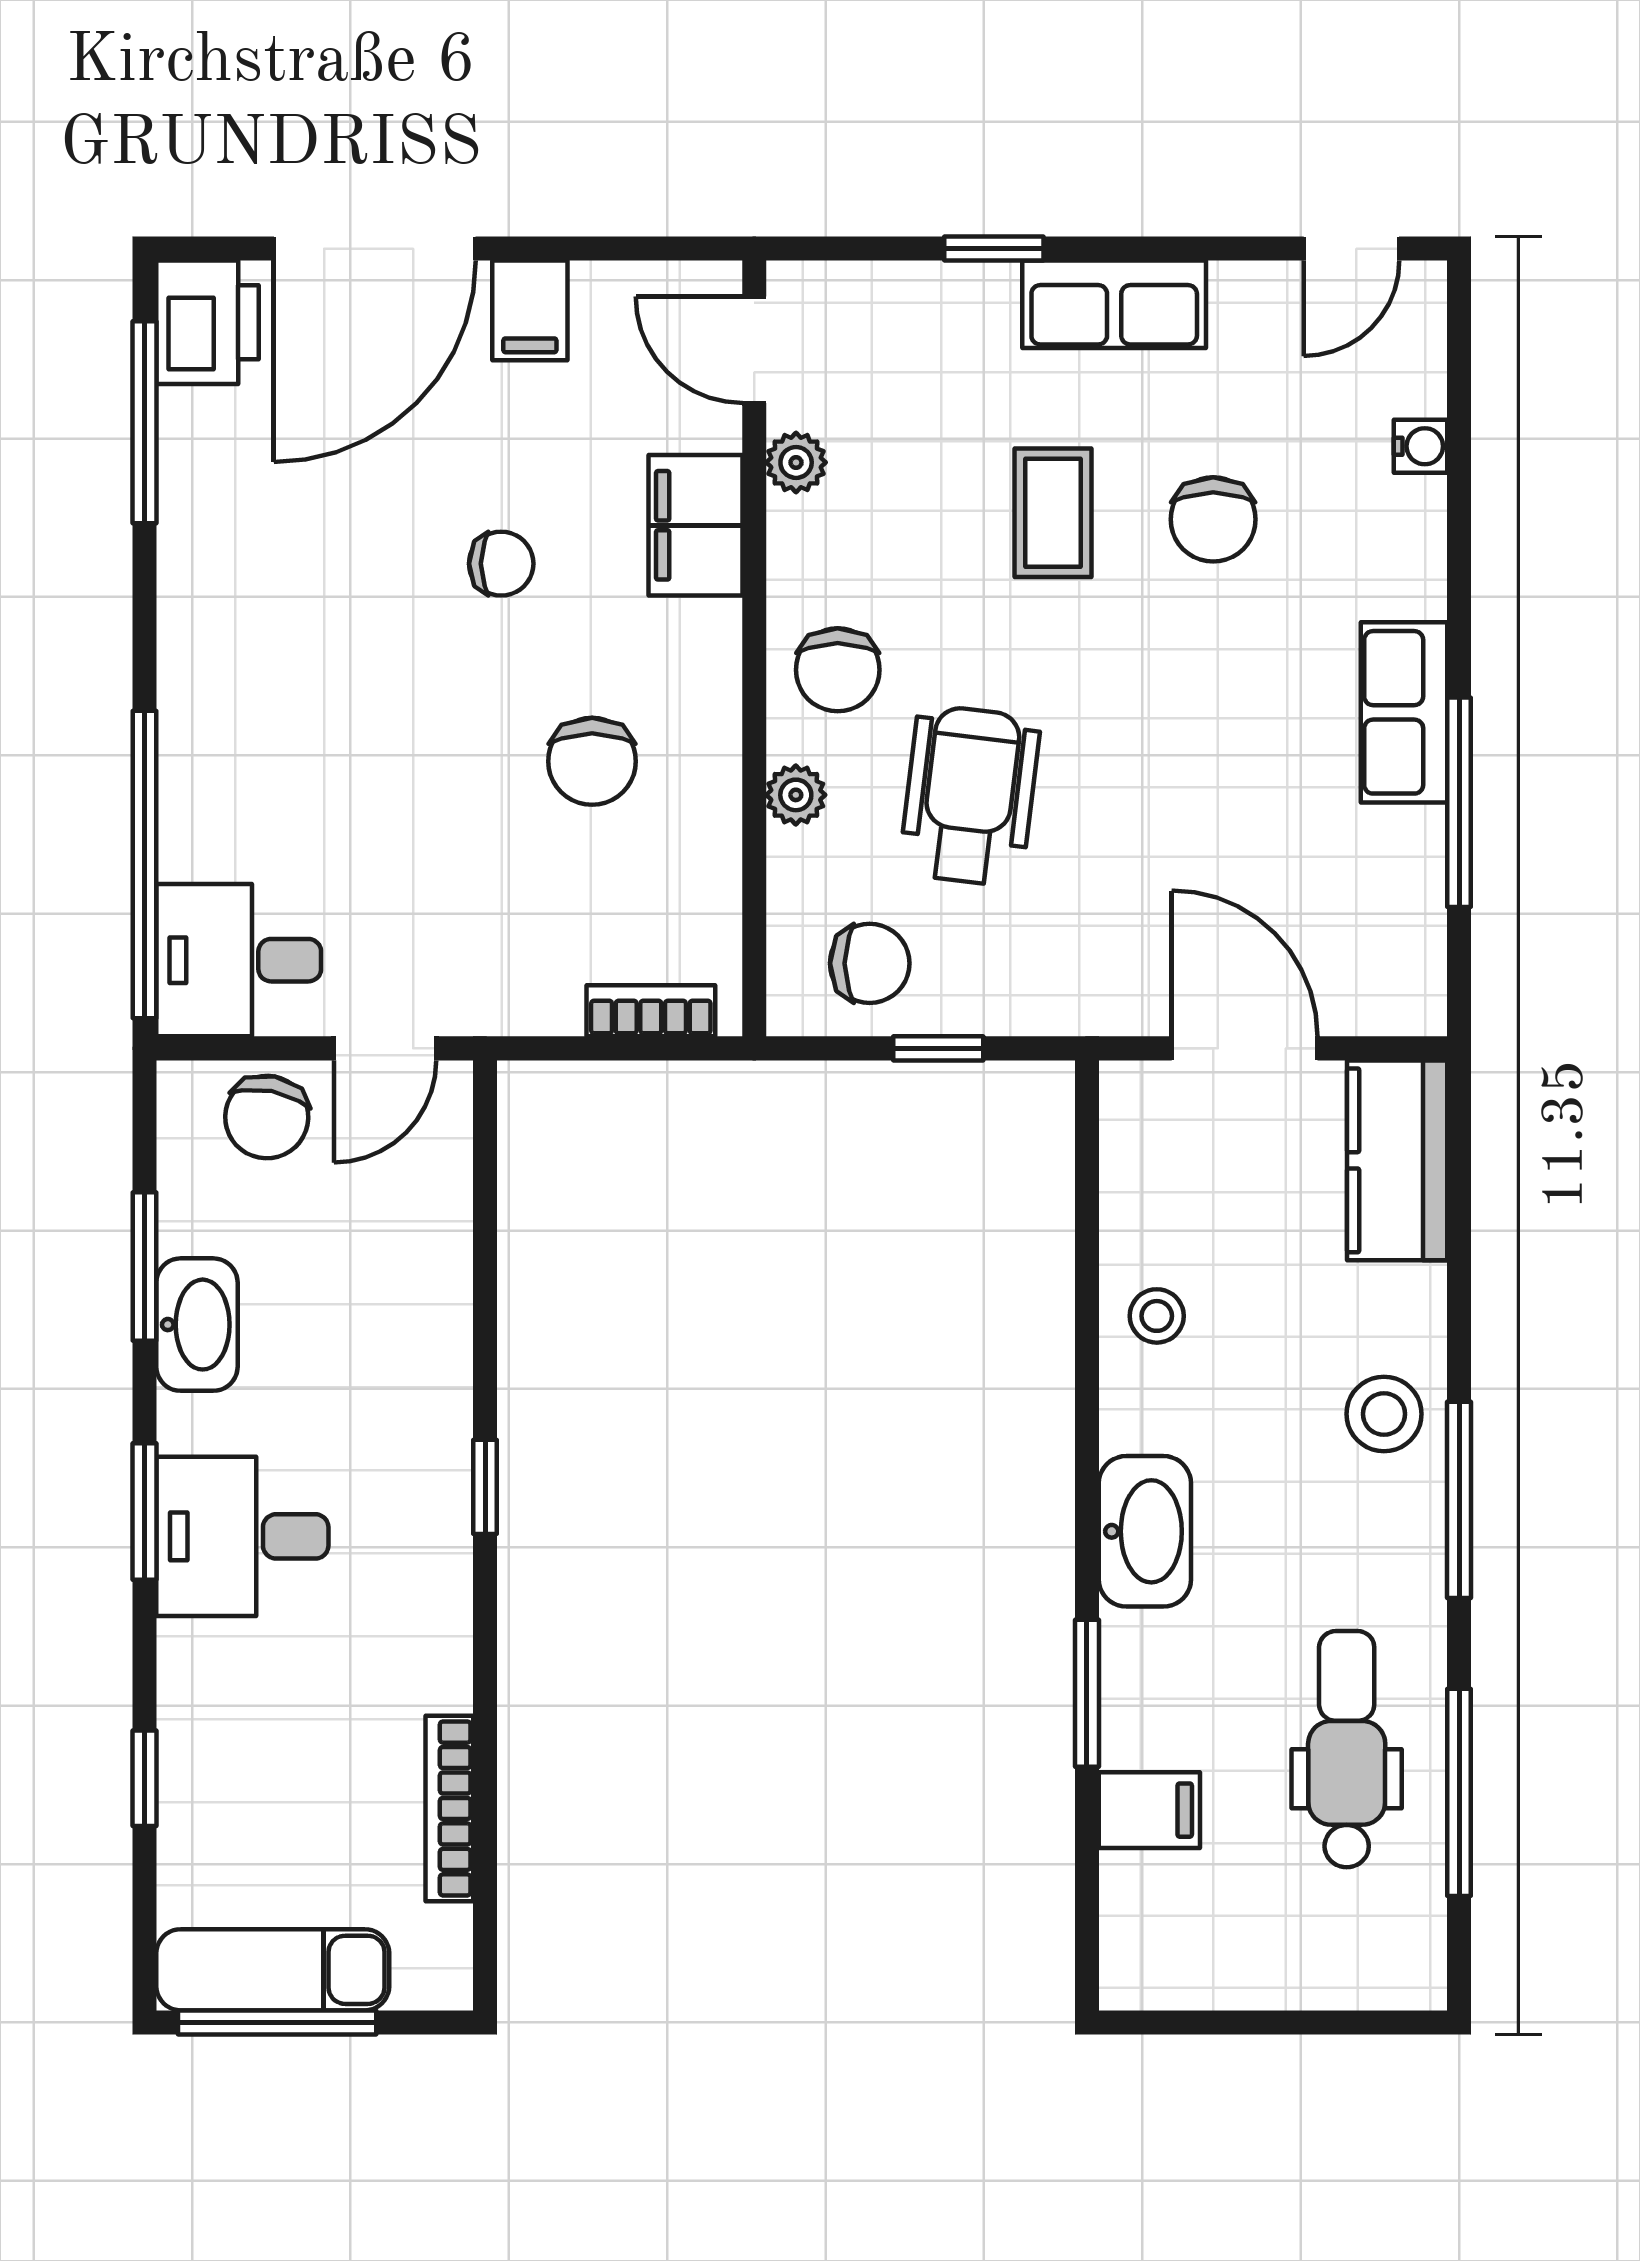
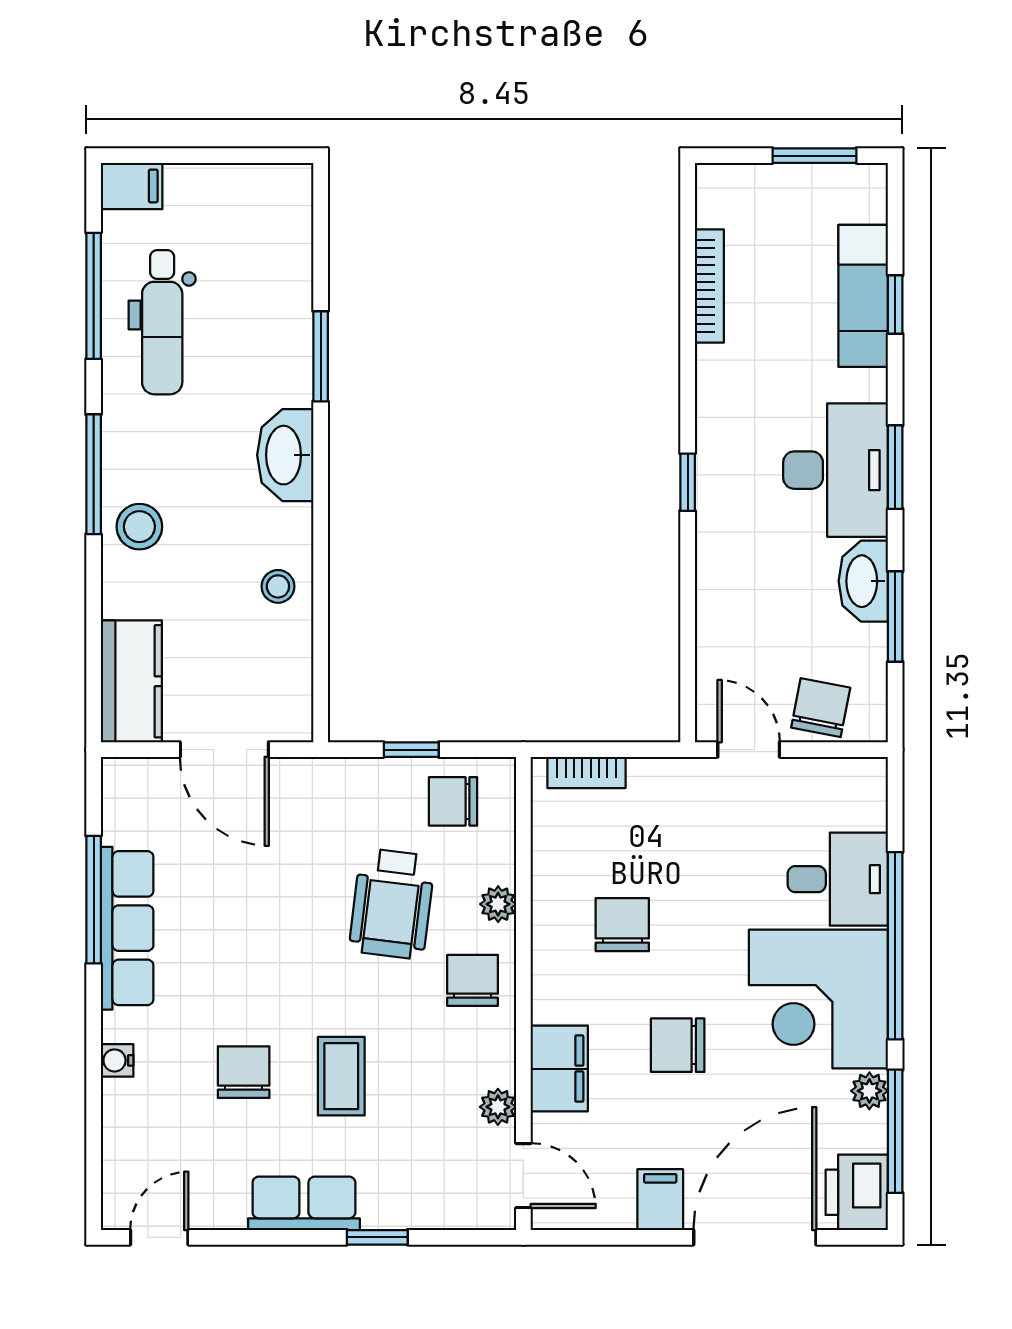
water cooler: (1421, 446) -> (117, 1060), moved
plant: (187, 489) -> (869, 1091), added
chair: (501, 564) -> (678, 1045), width x1.37, depth x1.37
corner desk: (270, 639) -> (818, 999), added
row of seats: (1404, 712) -> (127, 928), width x1.48
window: (145, 865) -> (895, 946), moved
desk: (239, 960) -> (838, 879), moved
door: (385, 1048) -> (749, 750), hinge flipped
desk: (242, 1536) -> (836, 470), width x1.37
filing cabinet: (1149, 1810) -> (132, 186), moved, turned 180
exam couch: (273, 1970) -> (863, 296), moved, turned 90
window: (277, 2022) -> (814, 156), width x0.69

